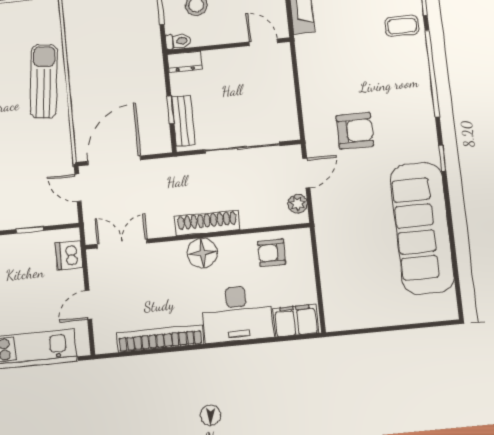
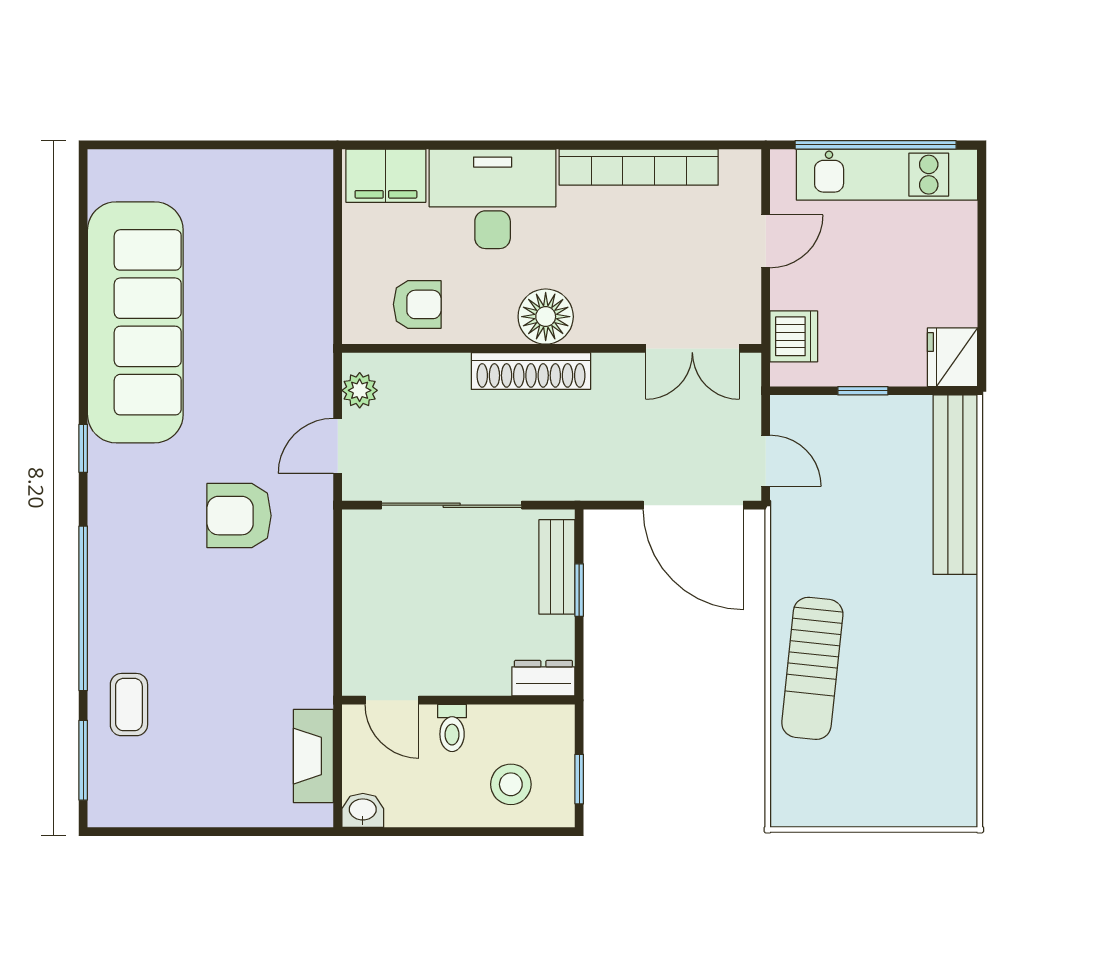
coffee table: (402, 26) -> (129, 705), turned 90
toilet: (178, 41) -> (452, 728), moved, turned -90
door: (114, 160) -> (693, 505), hinge flipped

